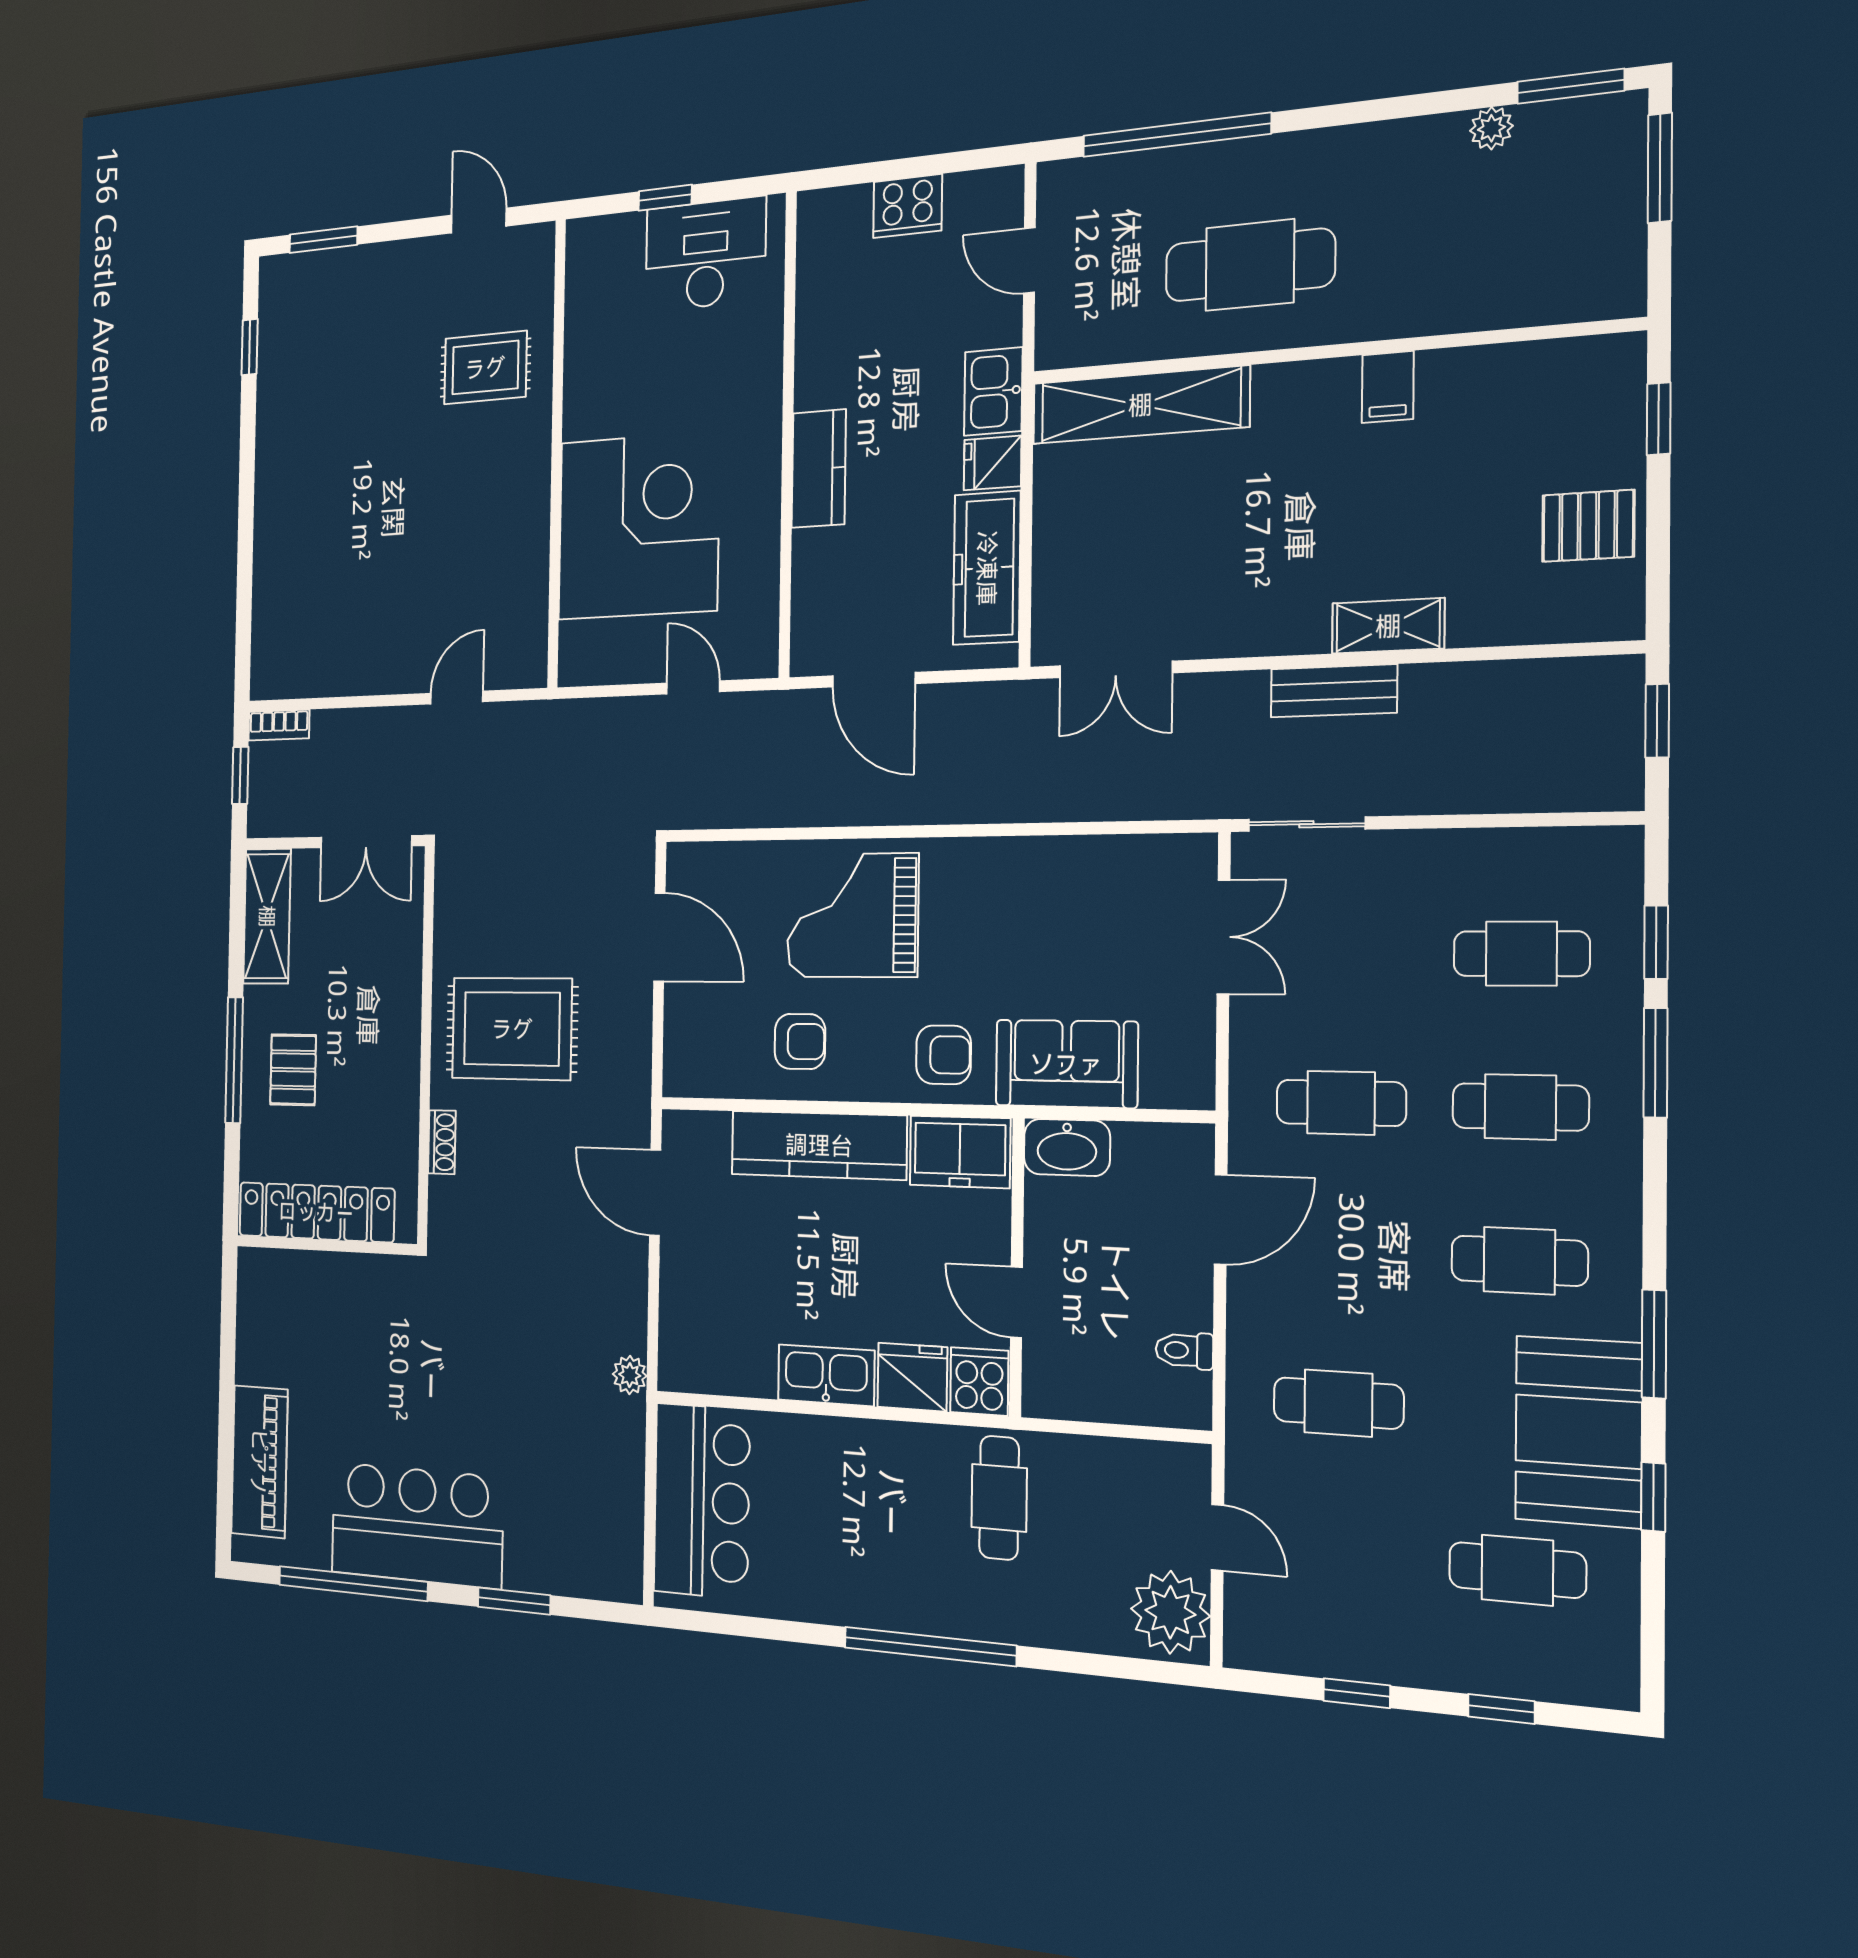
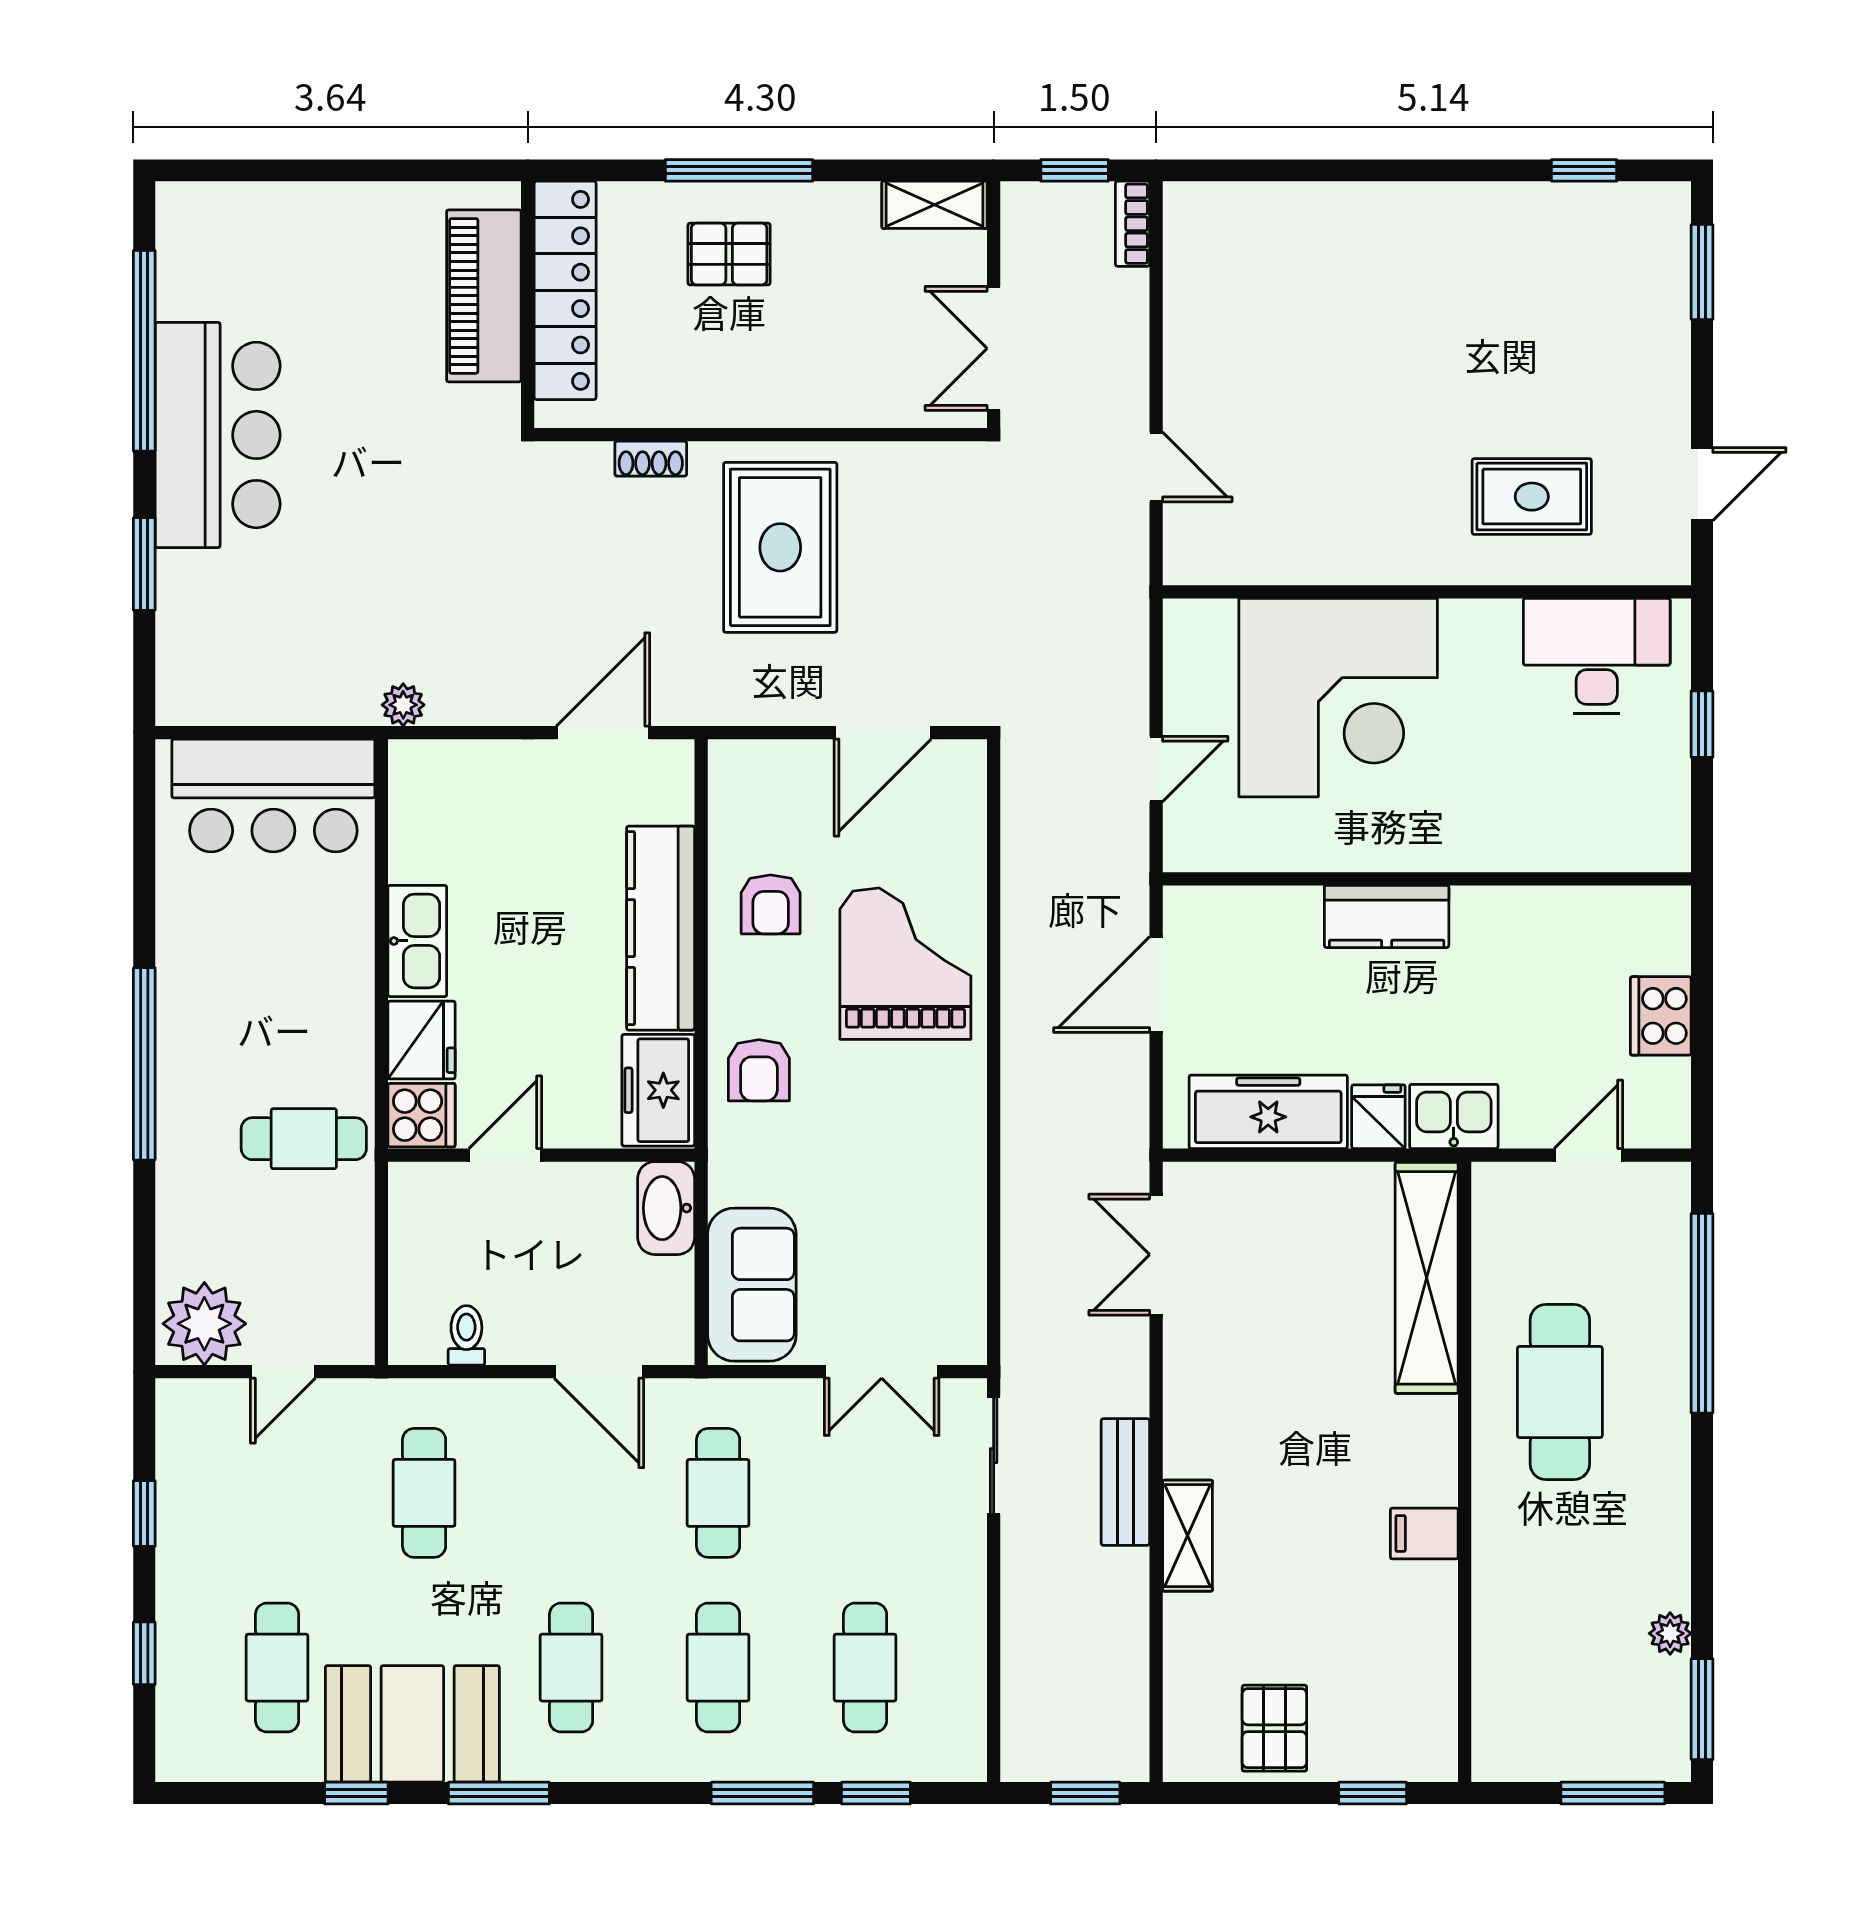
desk: (705, 254) -> (1597, 656), moved, turned -90
rug: (485, 368) -> (1532, 497), turned 90
shelving: (267, 916) -> (934, 205), width x0.67, depth x0.75
sofa: (1066, 1064) -> (752, 1285), moved
piano: (259, 1462) -> (484, 296), moved, turned 90

